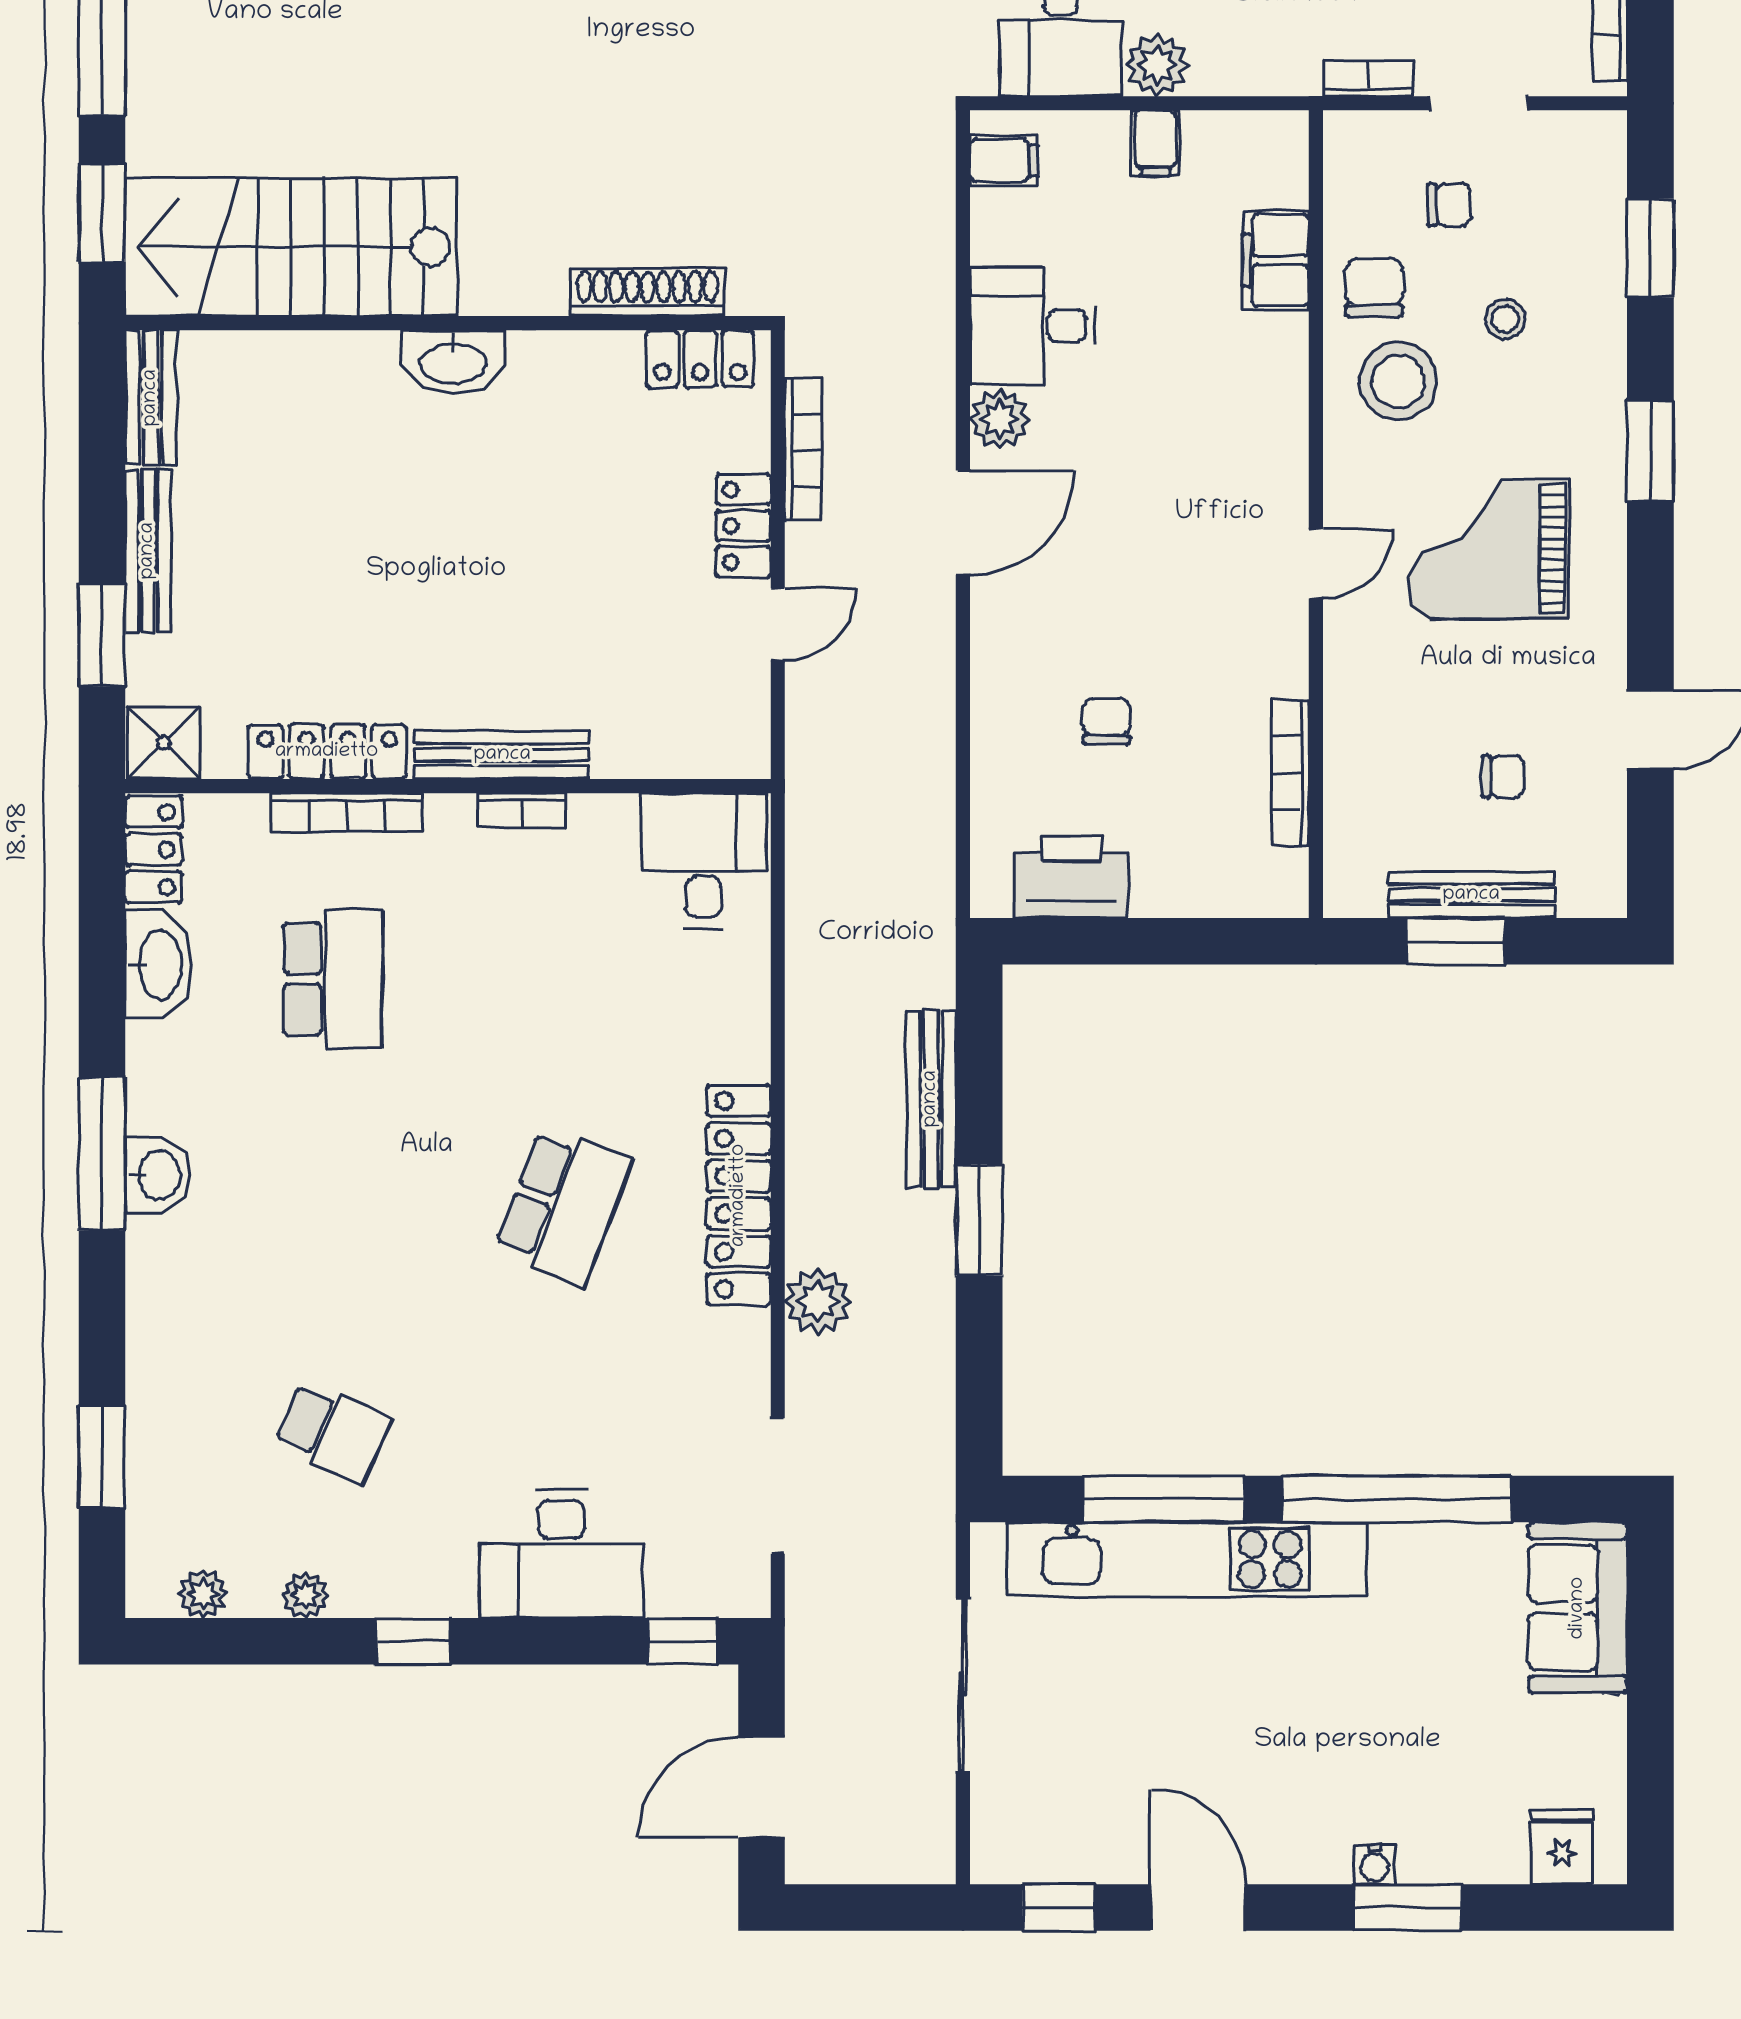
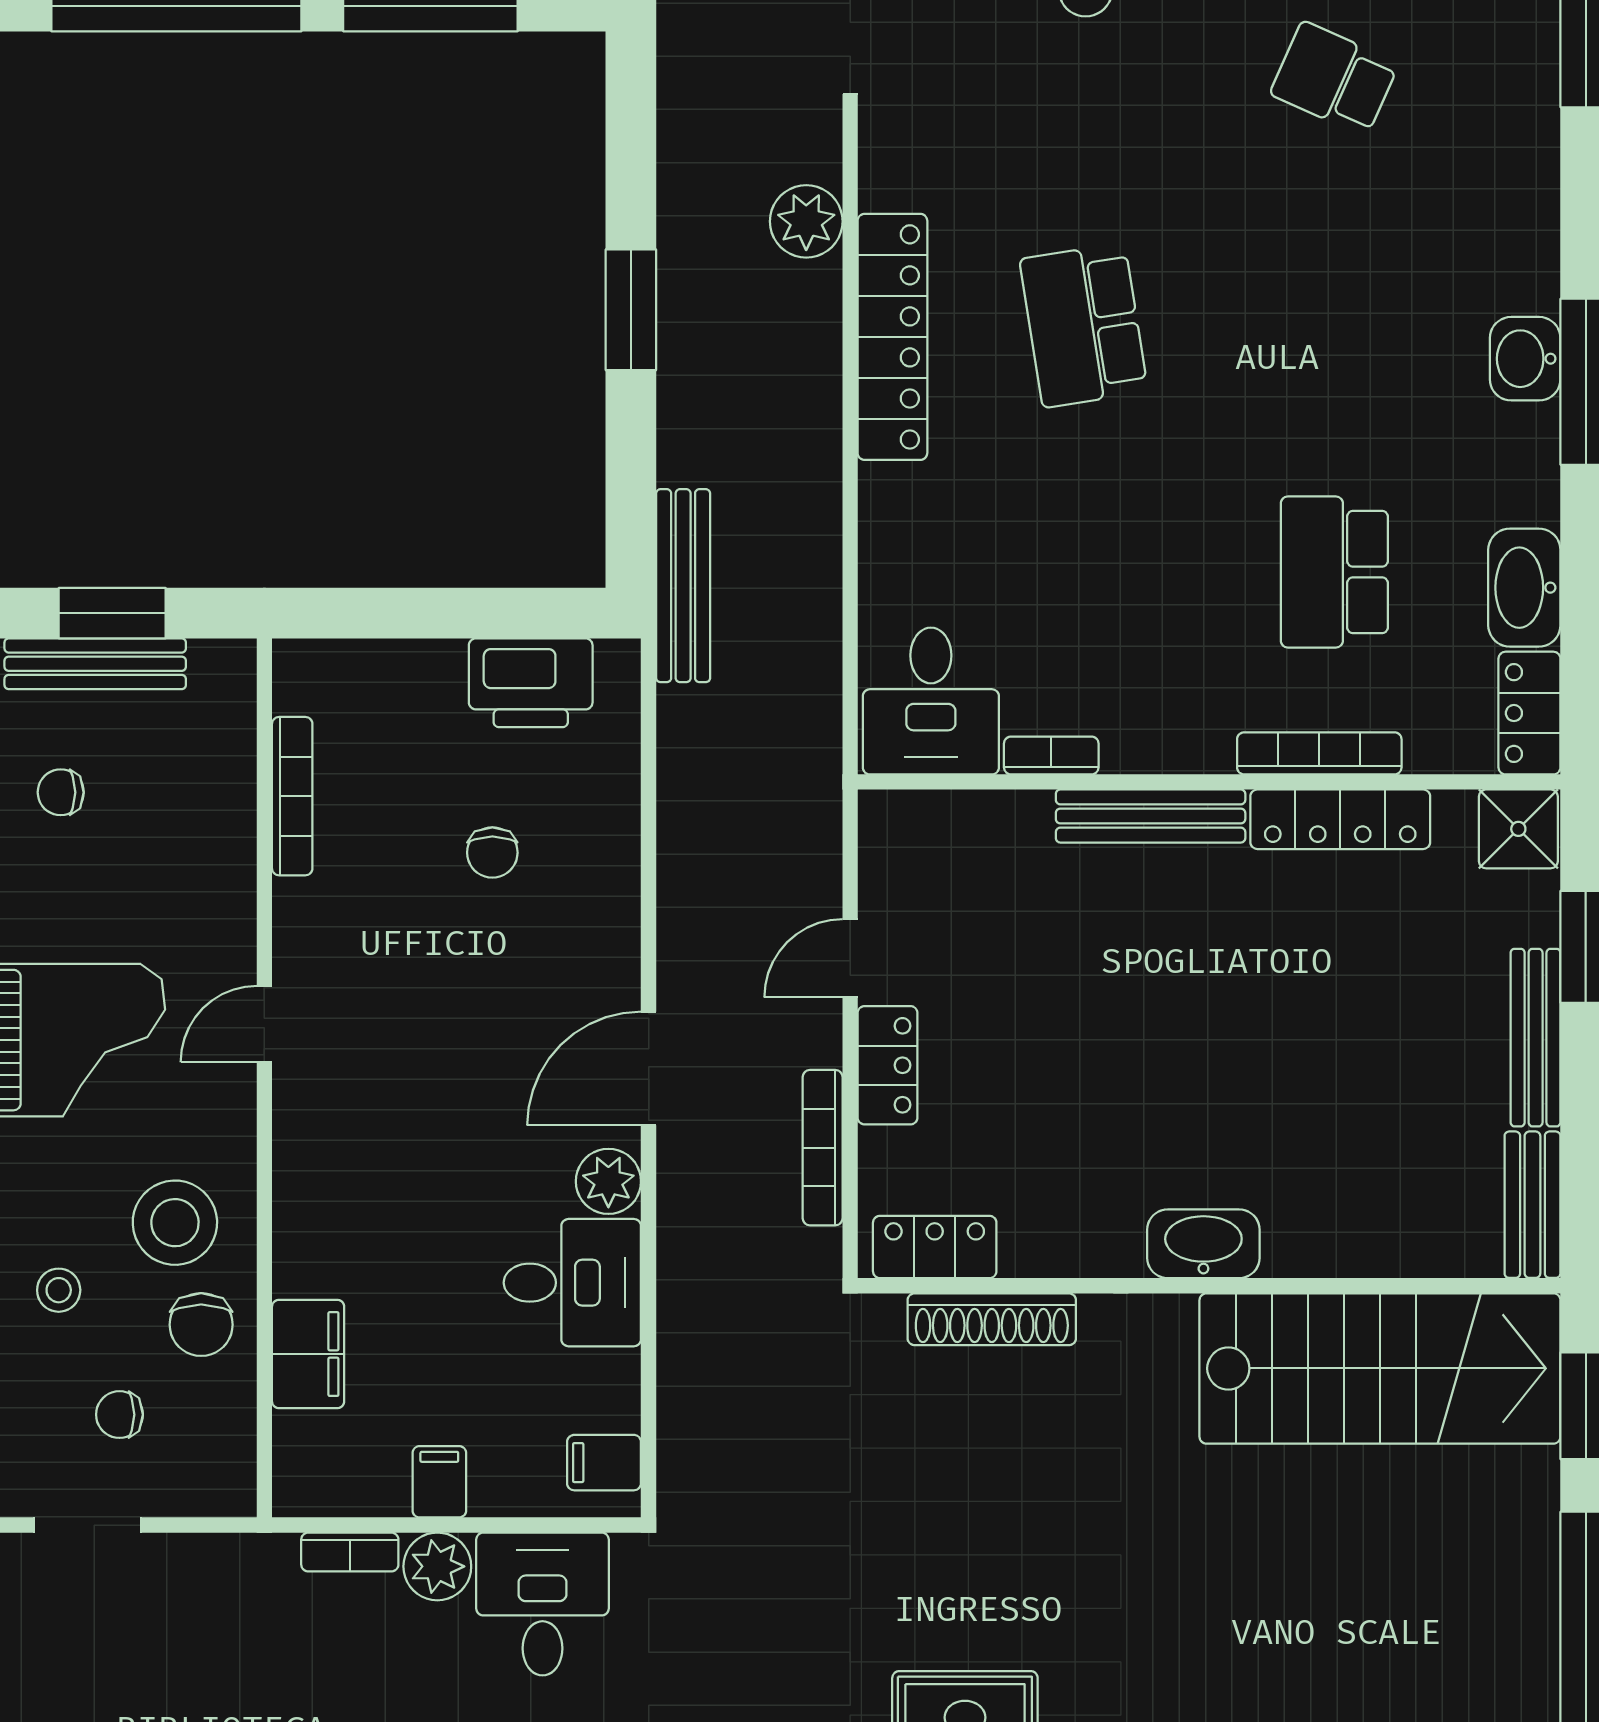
bookcase: (1369, 78) -> (350, 1552), moved
bookcase: (522, 810) -> (1051, 755), moved
bench: (931, 1099) -> (683, 586), moved
school desk: (563, 1206) -> (1084, 325), turned -30

